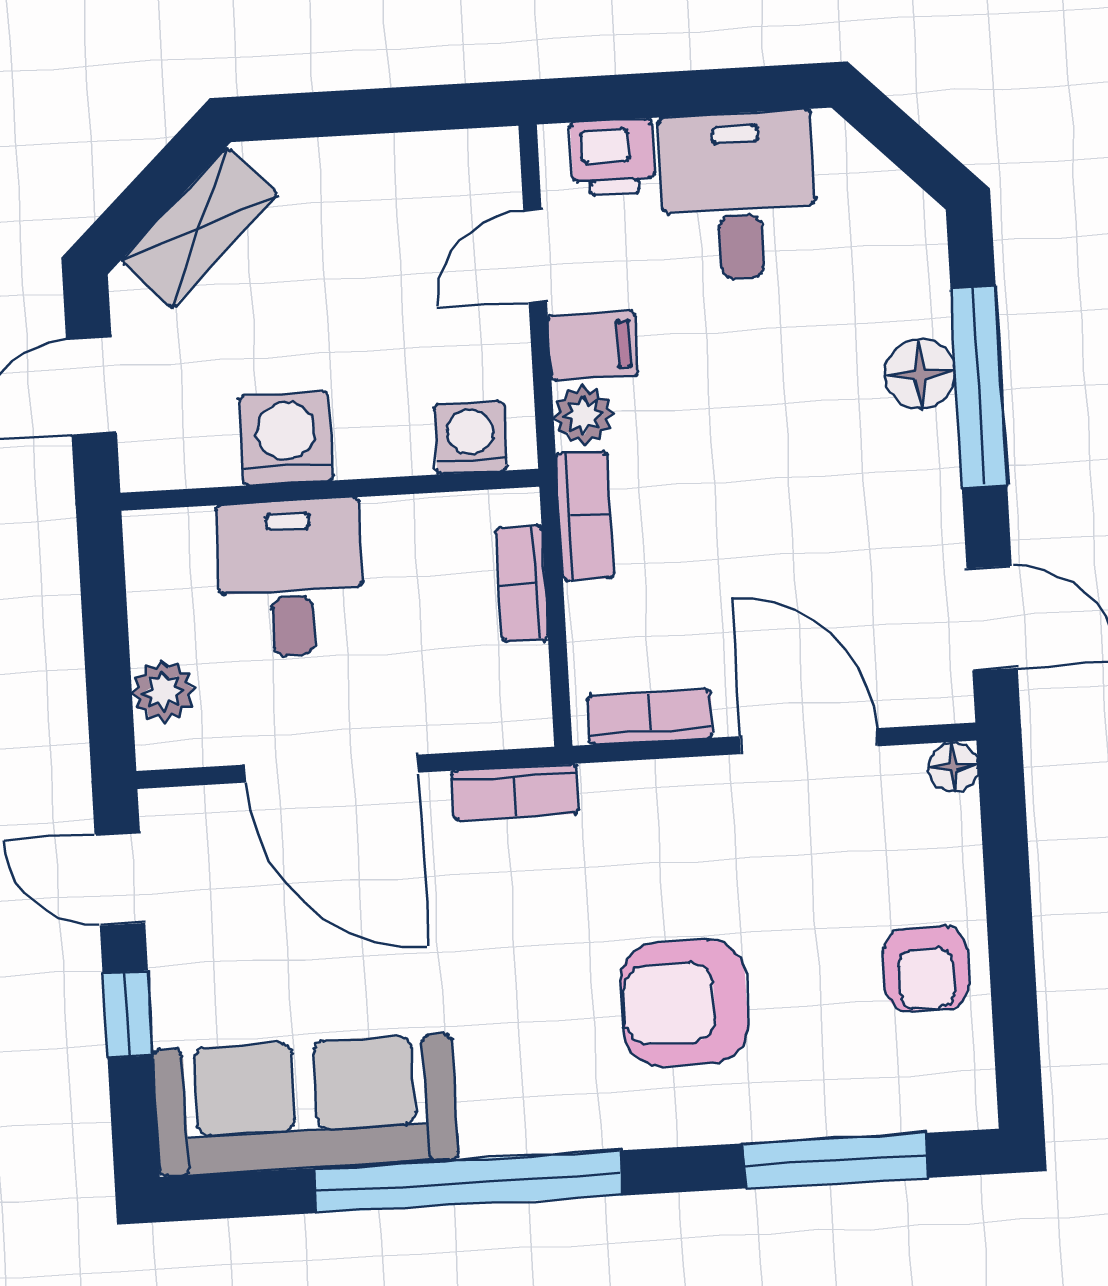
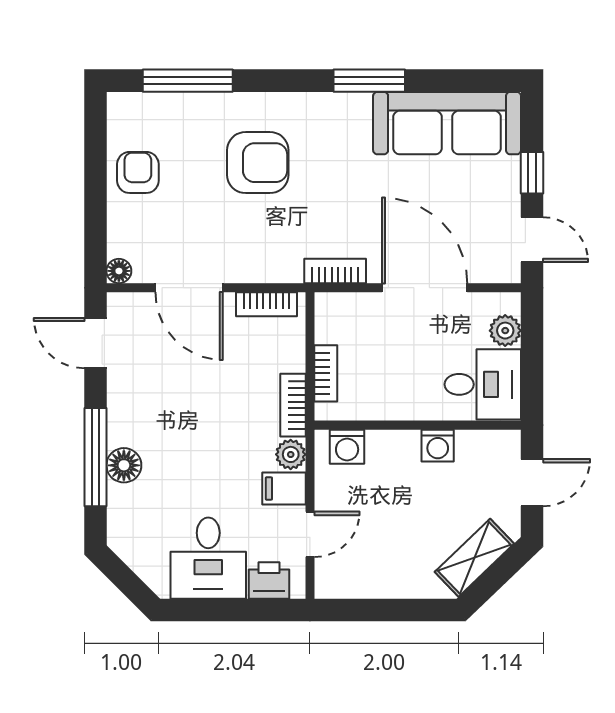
washing machine: (286, 438) -> (438, 446), width x0.73, depth x0.73
desk: (291, 578) -> (483, 384), moved, turned -90
window: (468, 1182) -> (369, 81), width x0.47

